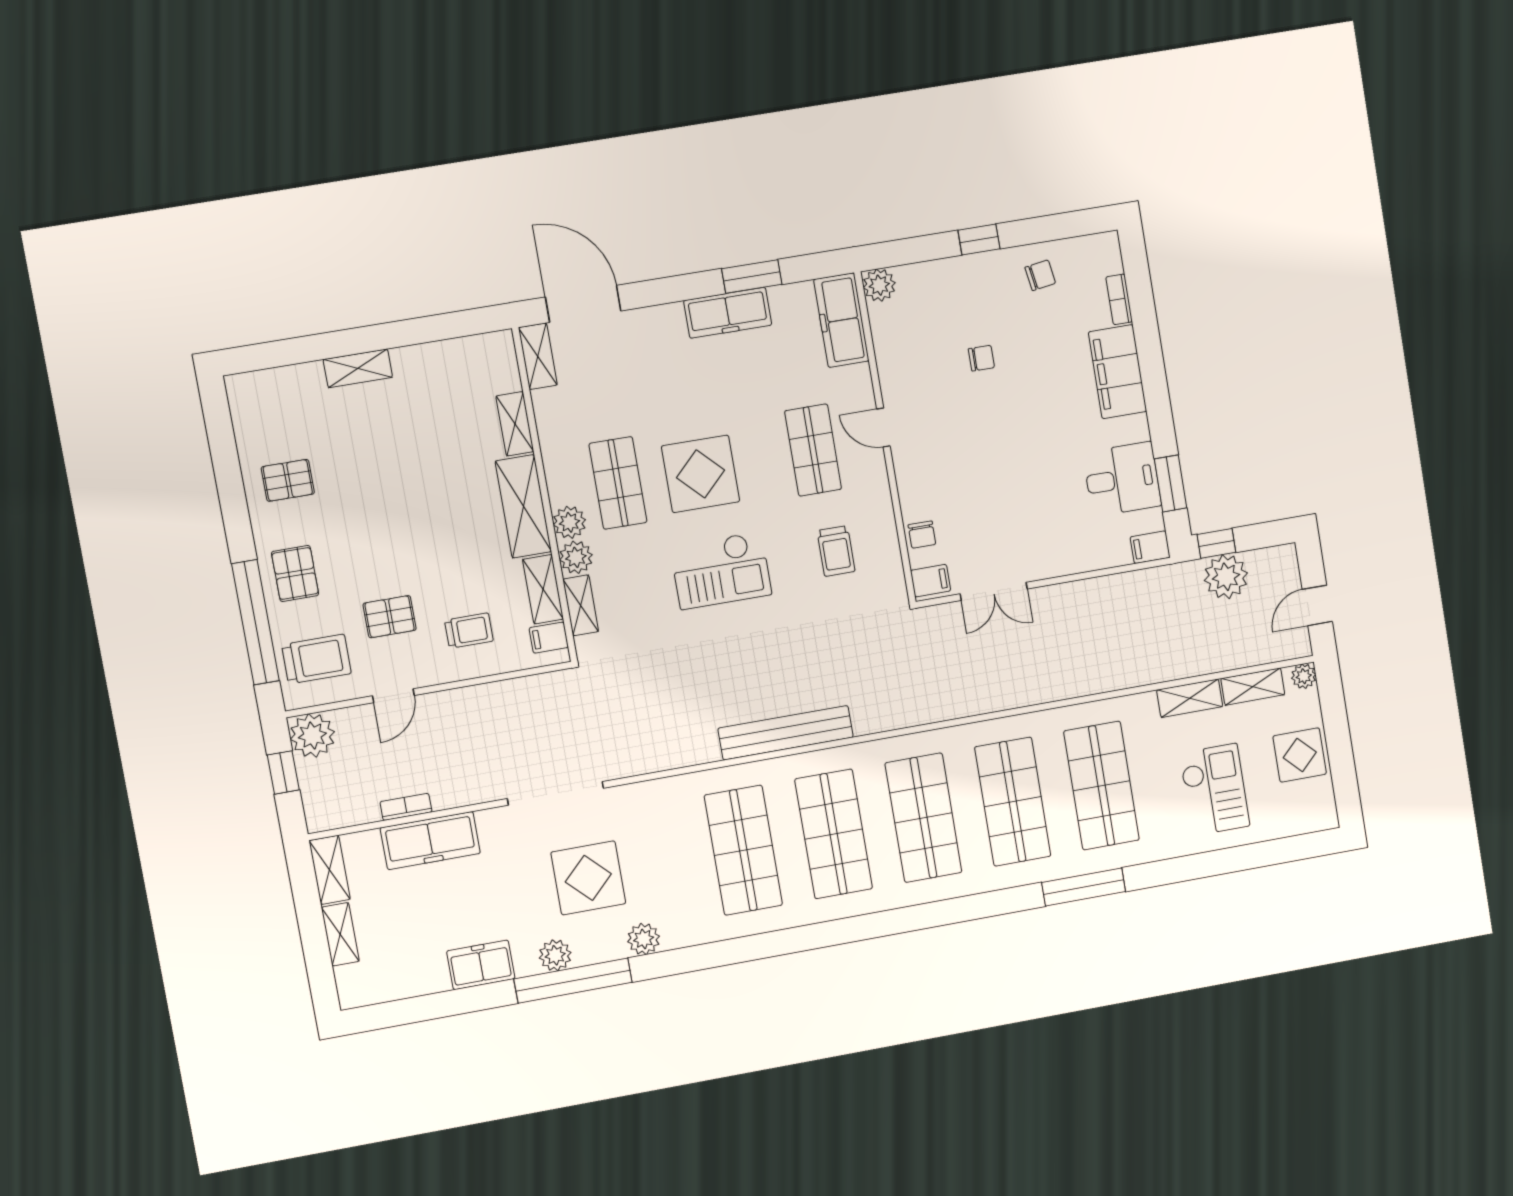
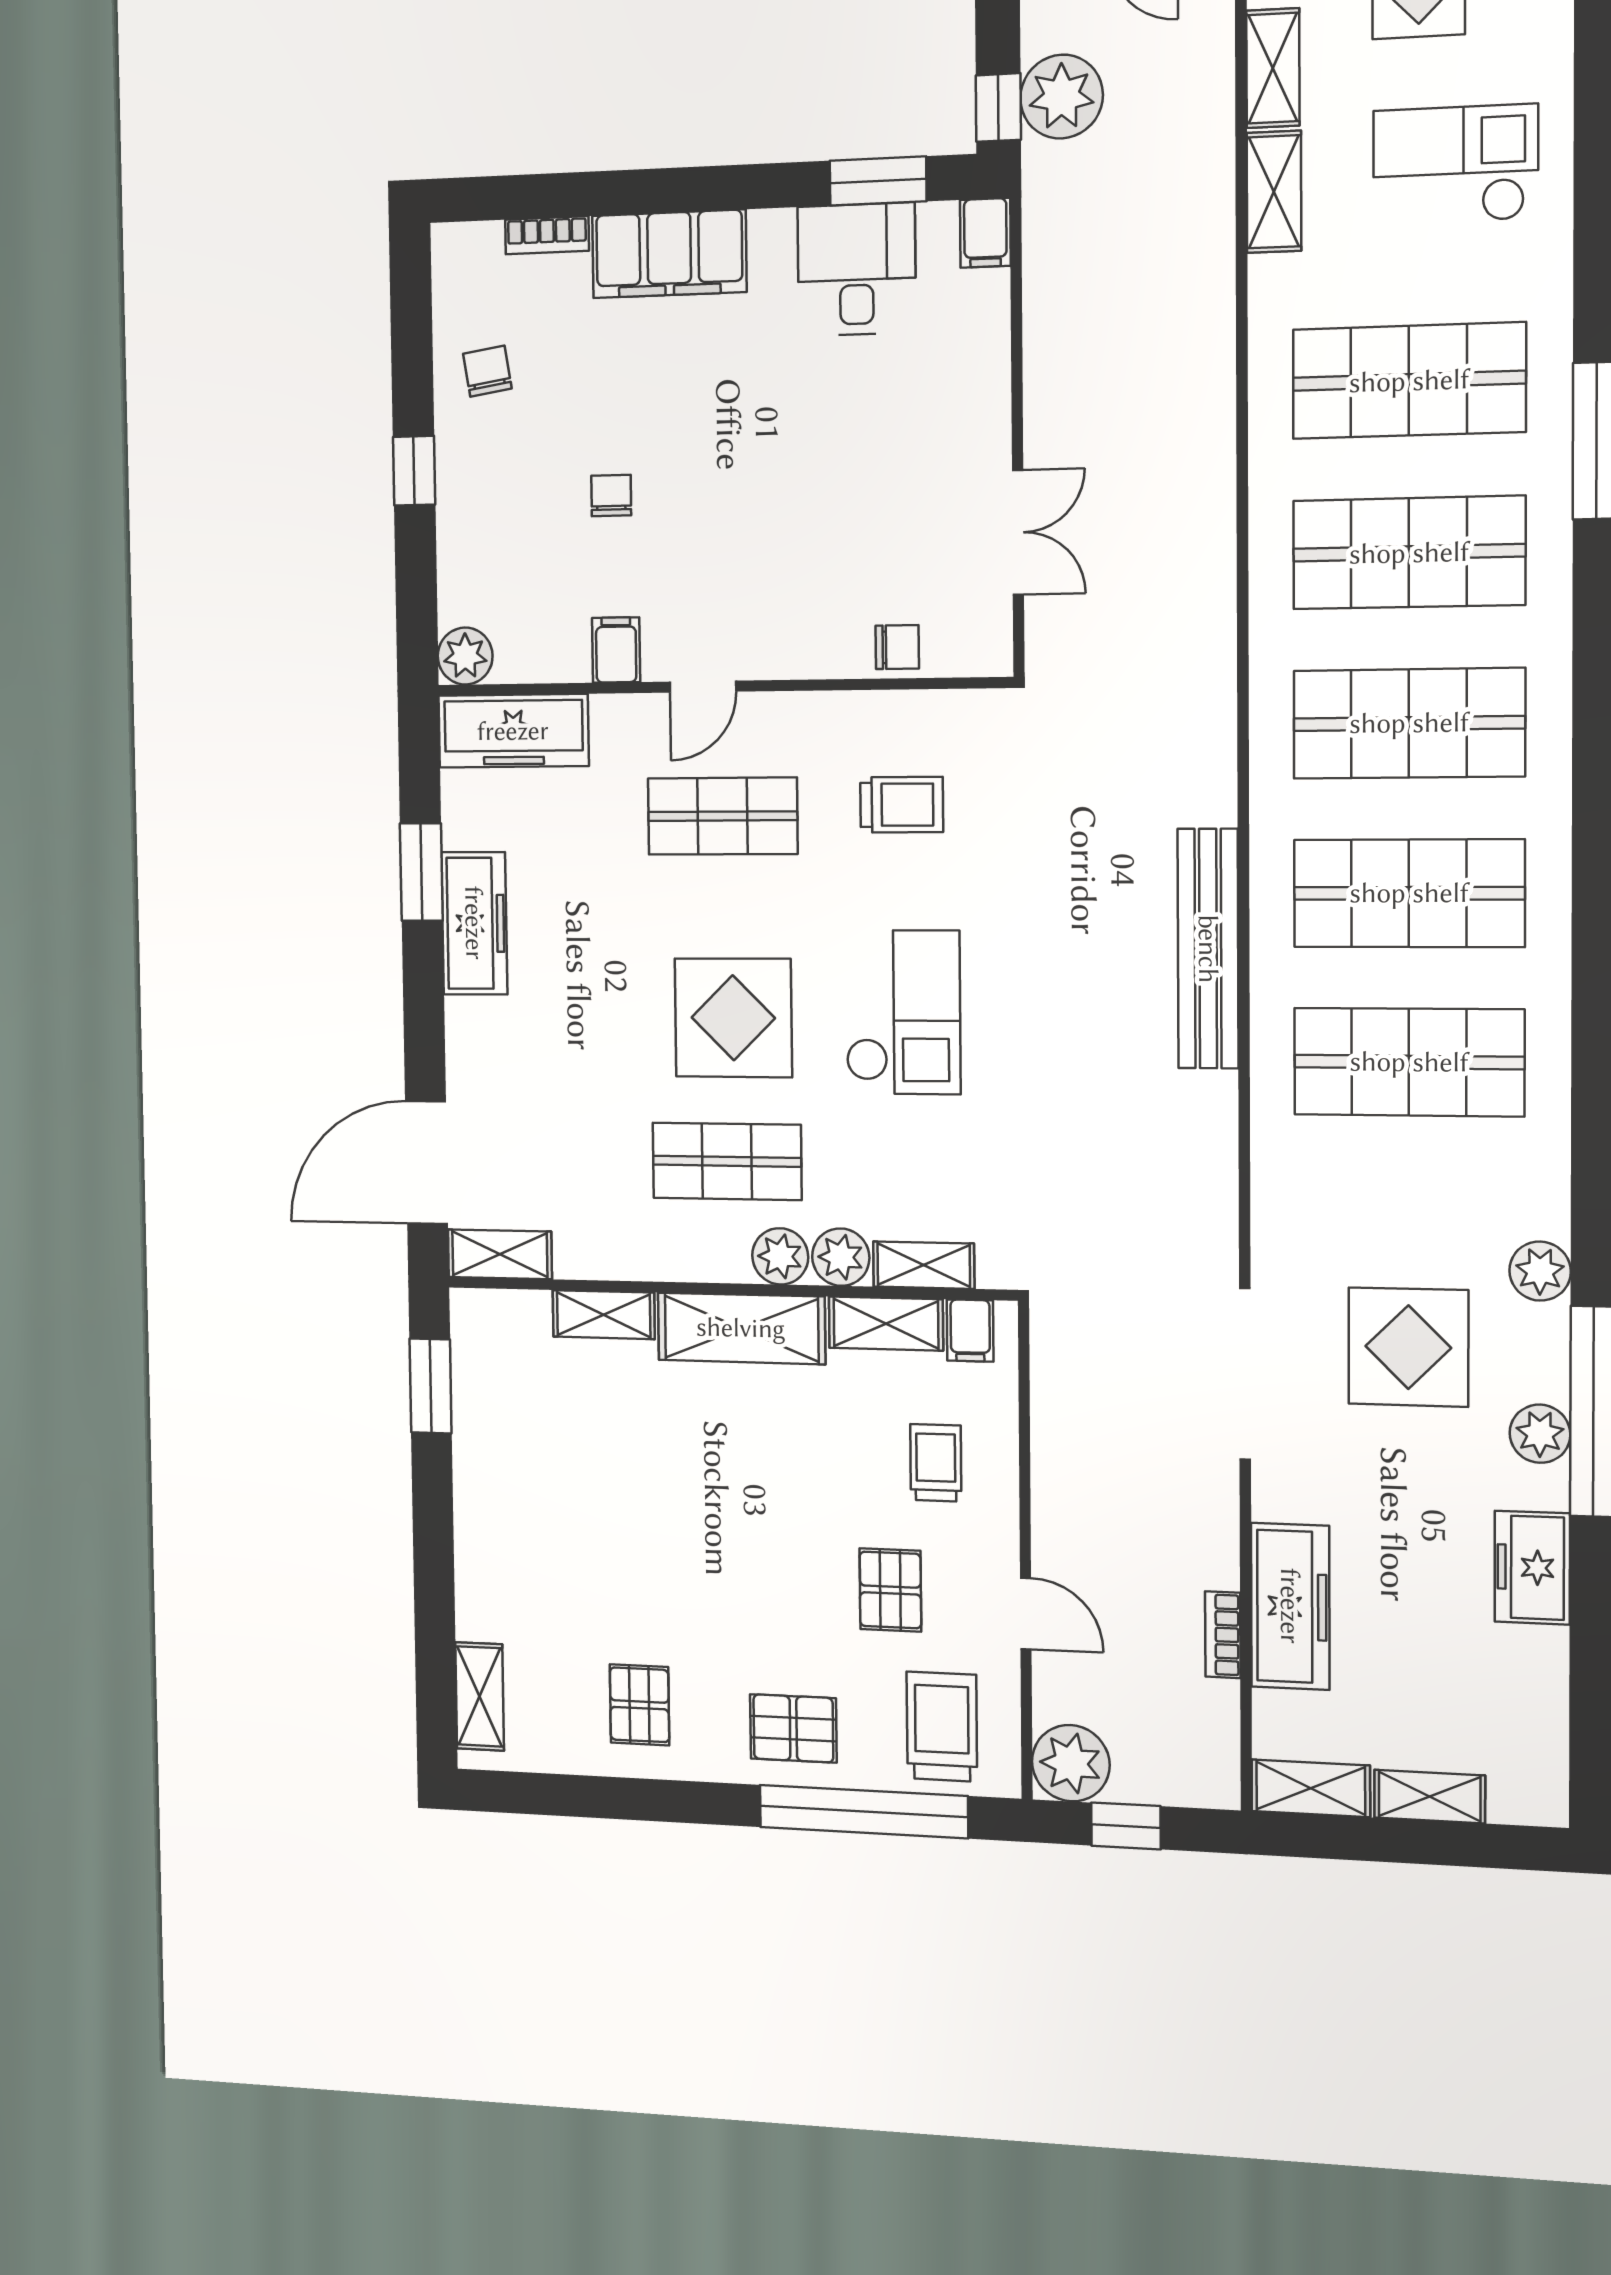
window: (451, 325) -> (431, 1386), added
shelving: (358, 368) -> (480, 1696), moved
filing cabinet: (931, 581) -> (616, 650), moved

